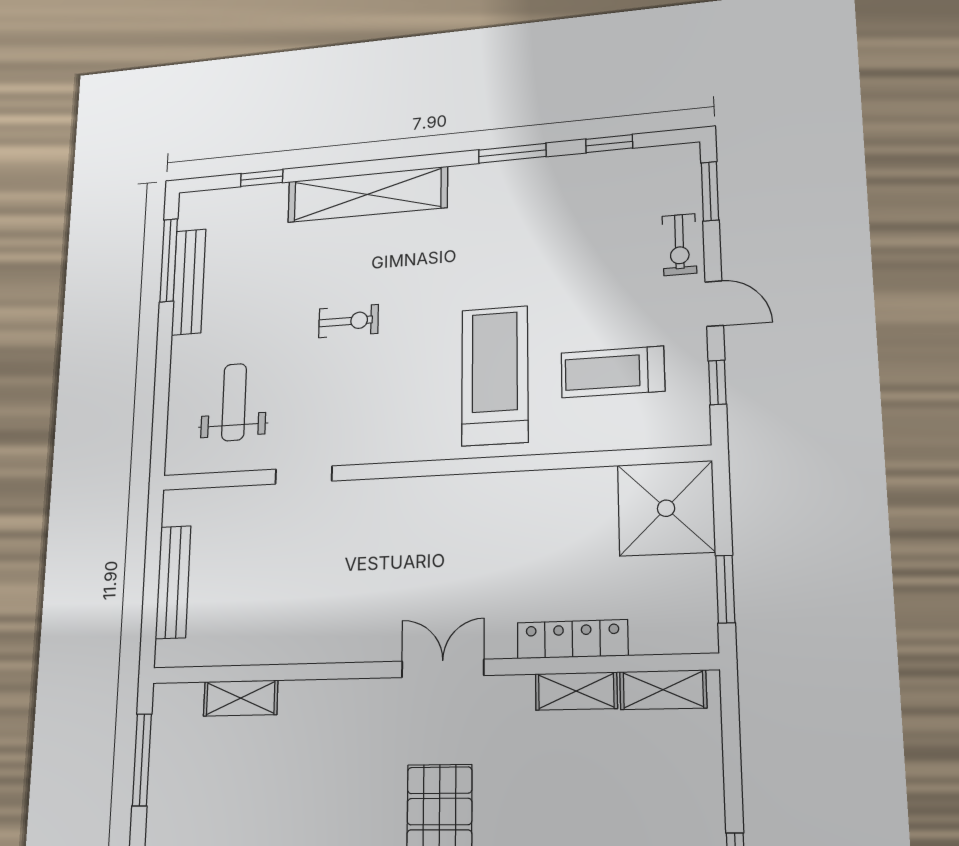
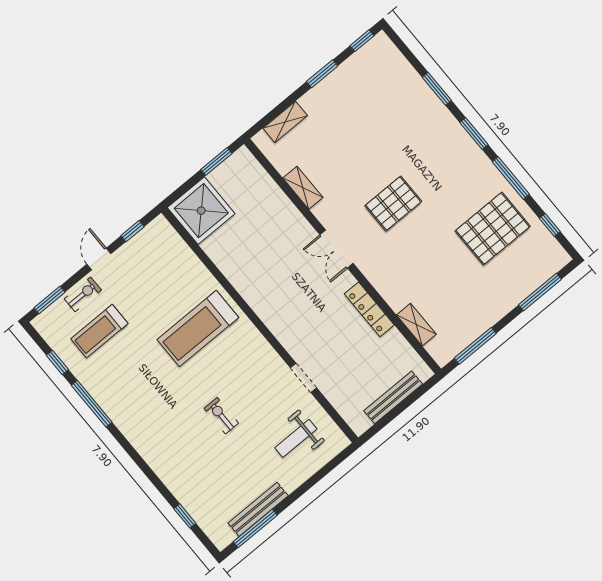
window: (512, 153) -> (92, 404), width x1.44
shelving: (367, 194) -> (157, 457), removed
treadmill: (613, 372) -> (99, 331), moved, turned 90
locker: (572, 639) -> (369, 309), moved
shelving: (663, 690) -> (285, 122), moved, turned 90

